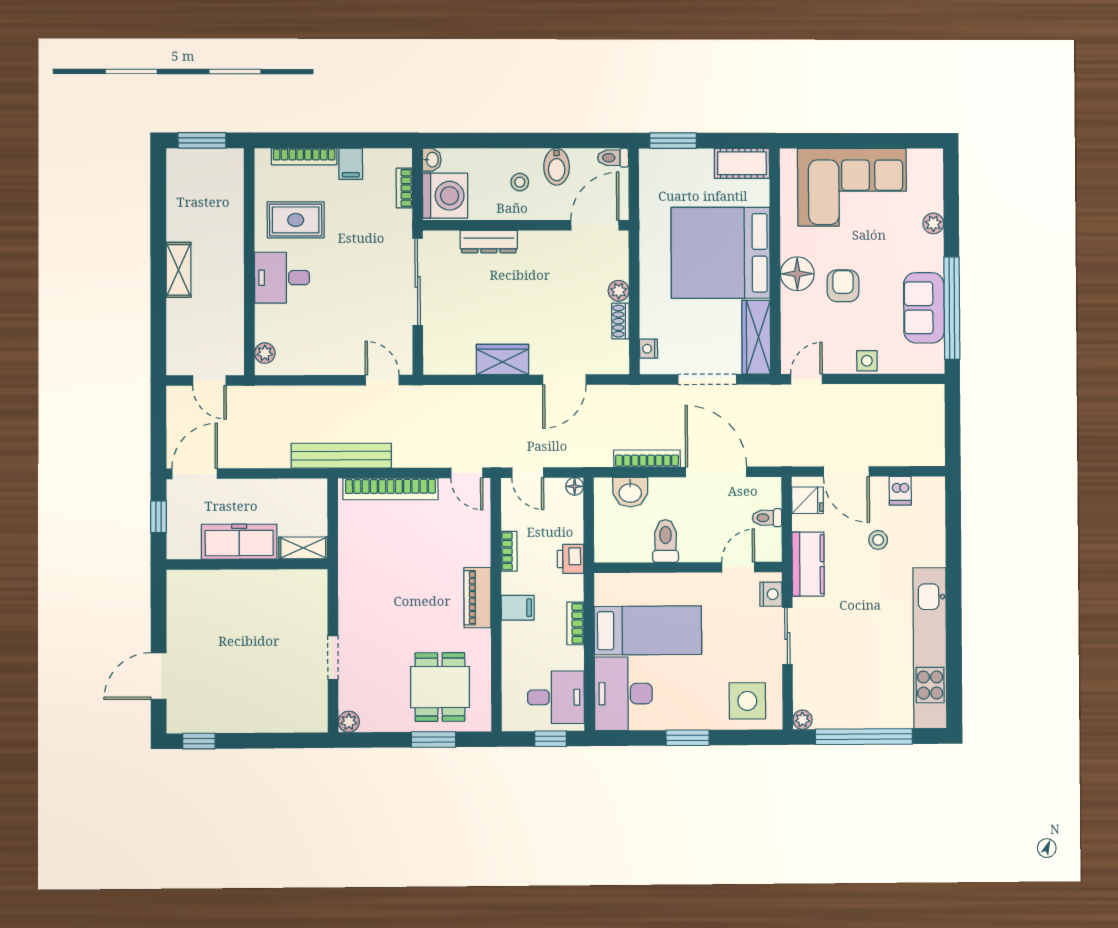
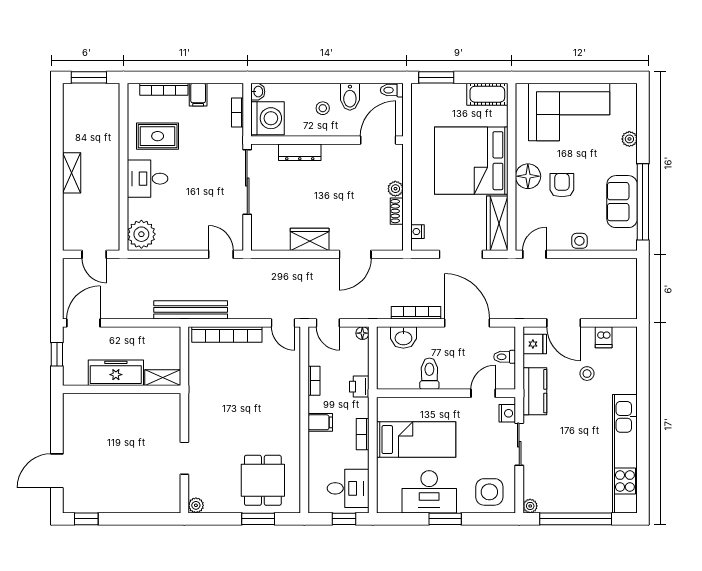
plant: (265, 353) -> (141, 234), width x1.88, depth x1.88
piano: (477, 598) -> (291, 415), removed
desk: (623, 694) -> (429, 492), moved, turned -90

